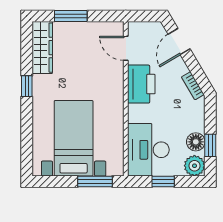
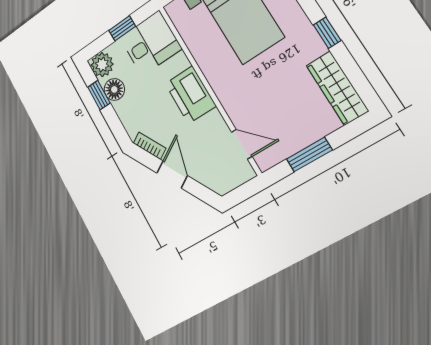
window: (71, 16) -> (309, 155), moved
door: (179, 41) -> (172, 174), moved
printer: (141, 84) -> (190, 95), moved
desk: (148, 150) -> (151, 43), width x0.73

